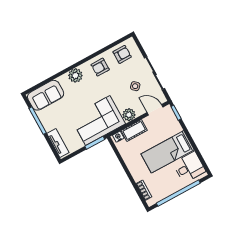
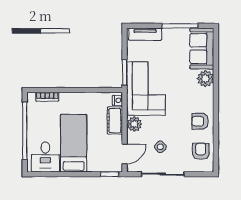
armchair: (122, 54) -> (201, 151), turned 180
armchair: (100, 67) -> (200, 121), turned -90
plant: (75, 75) -> (205, 79), moved

